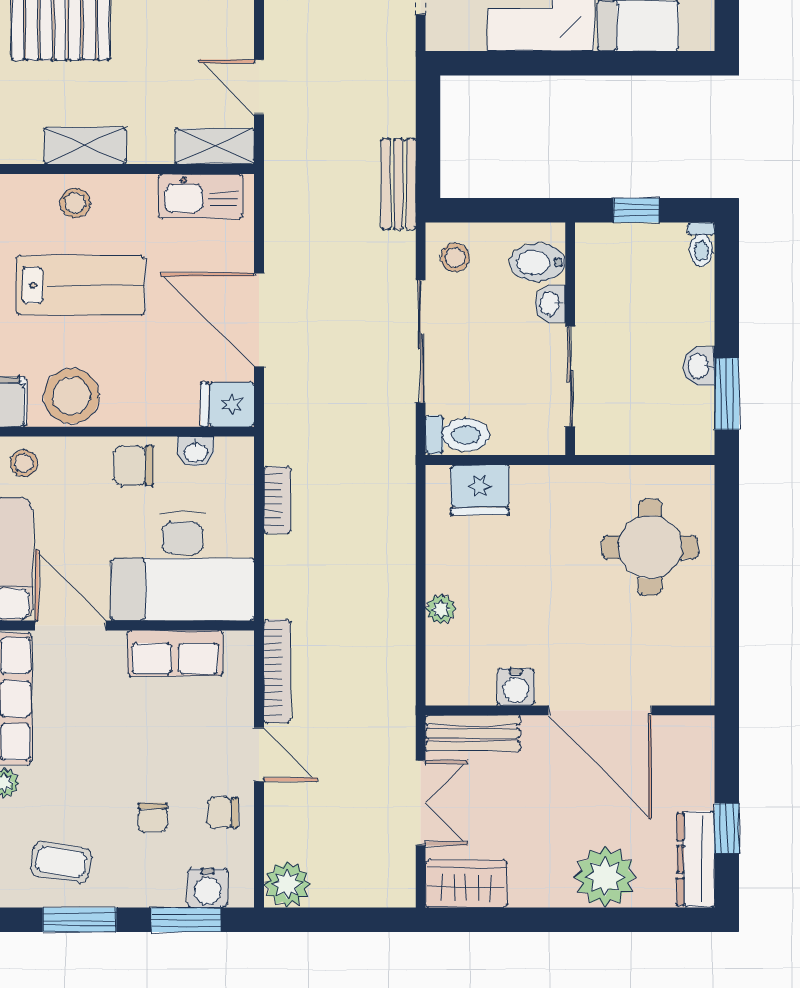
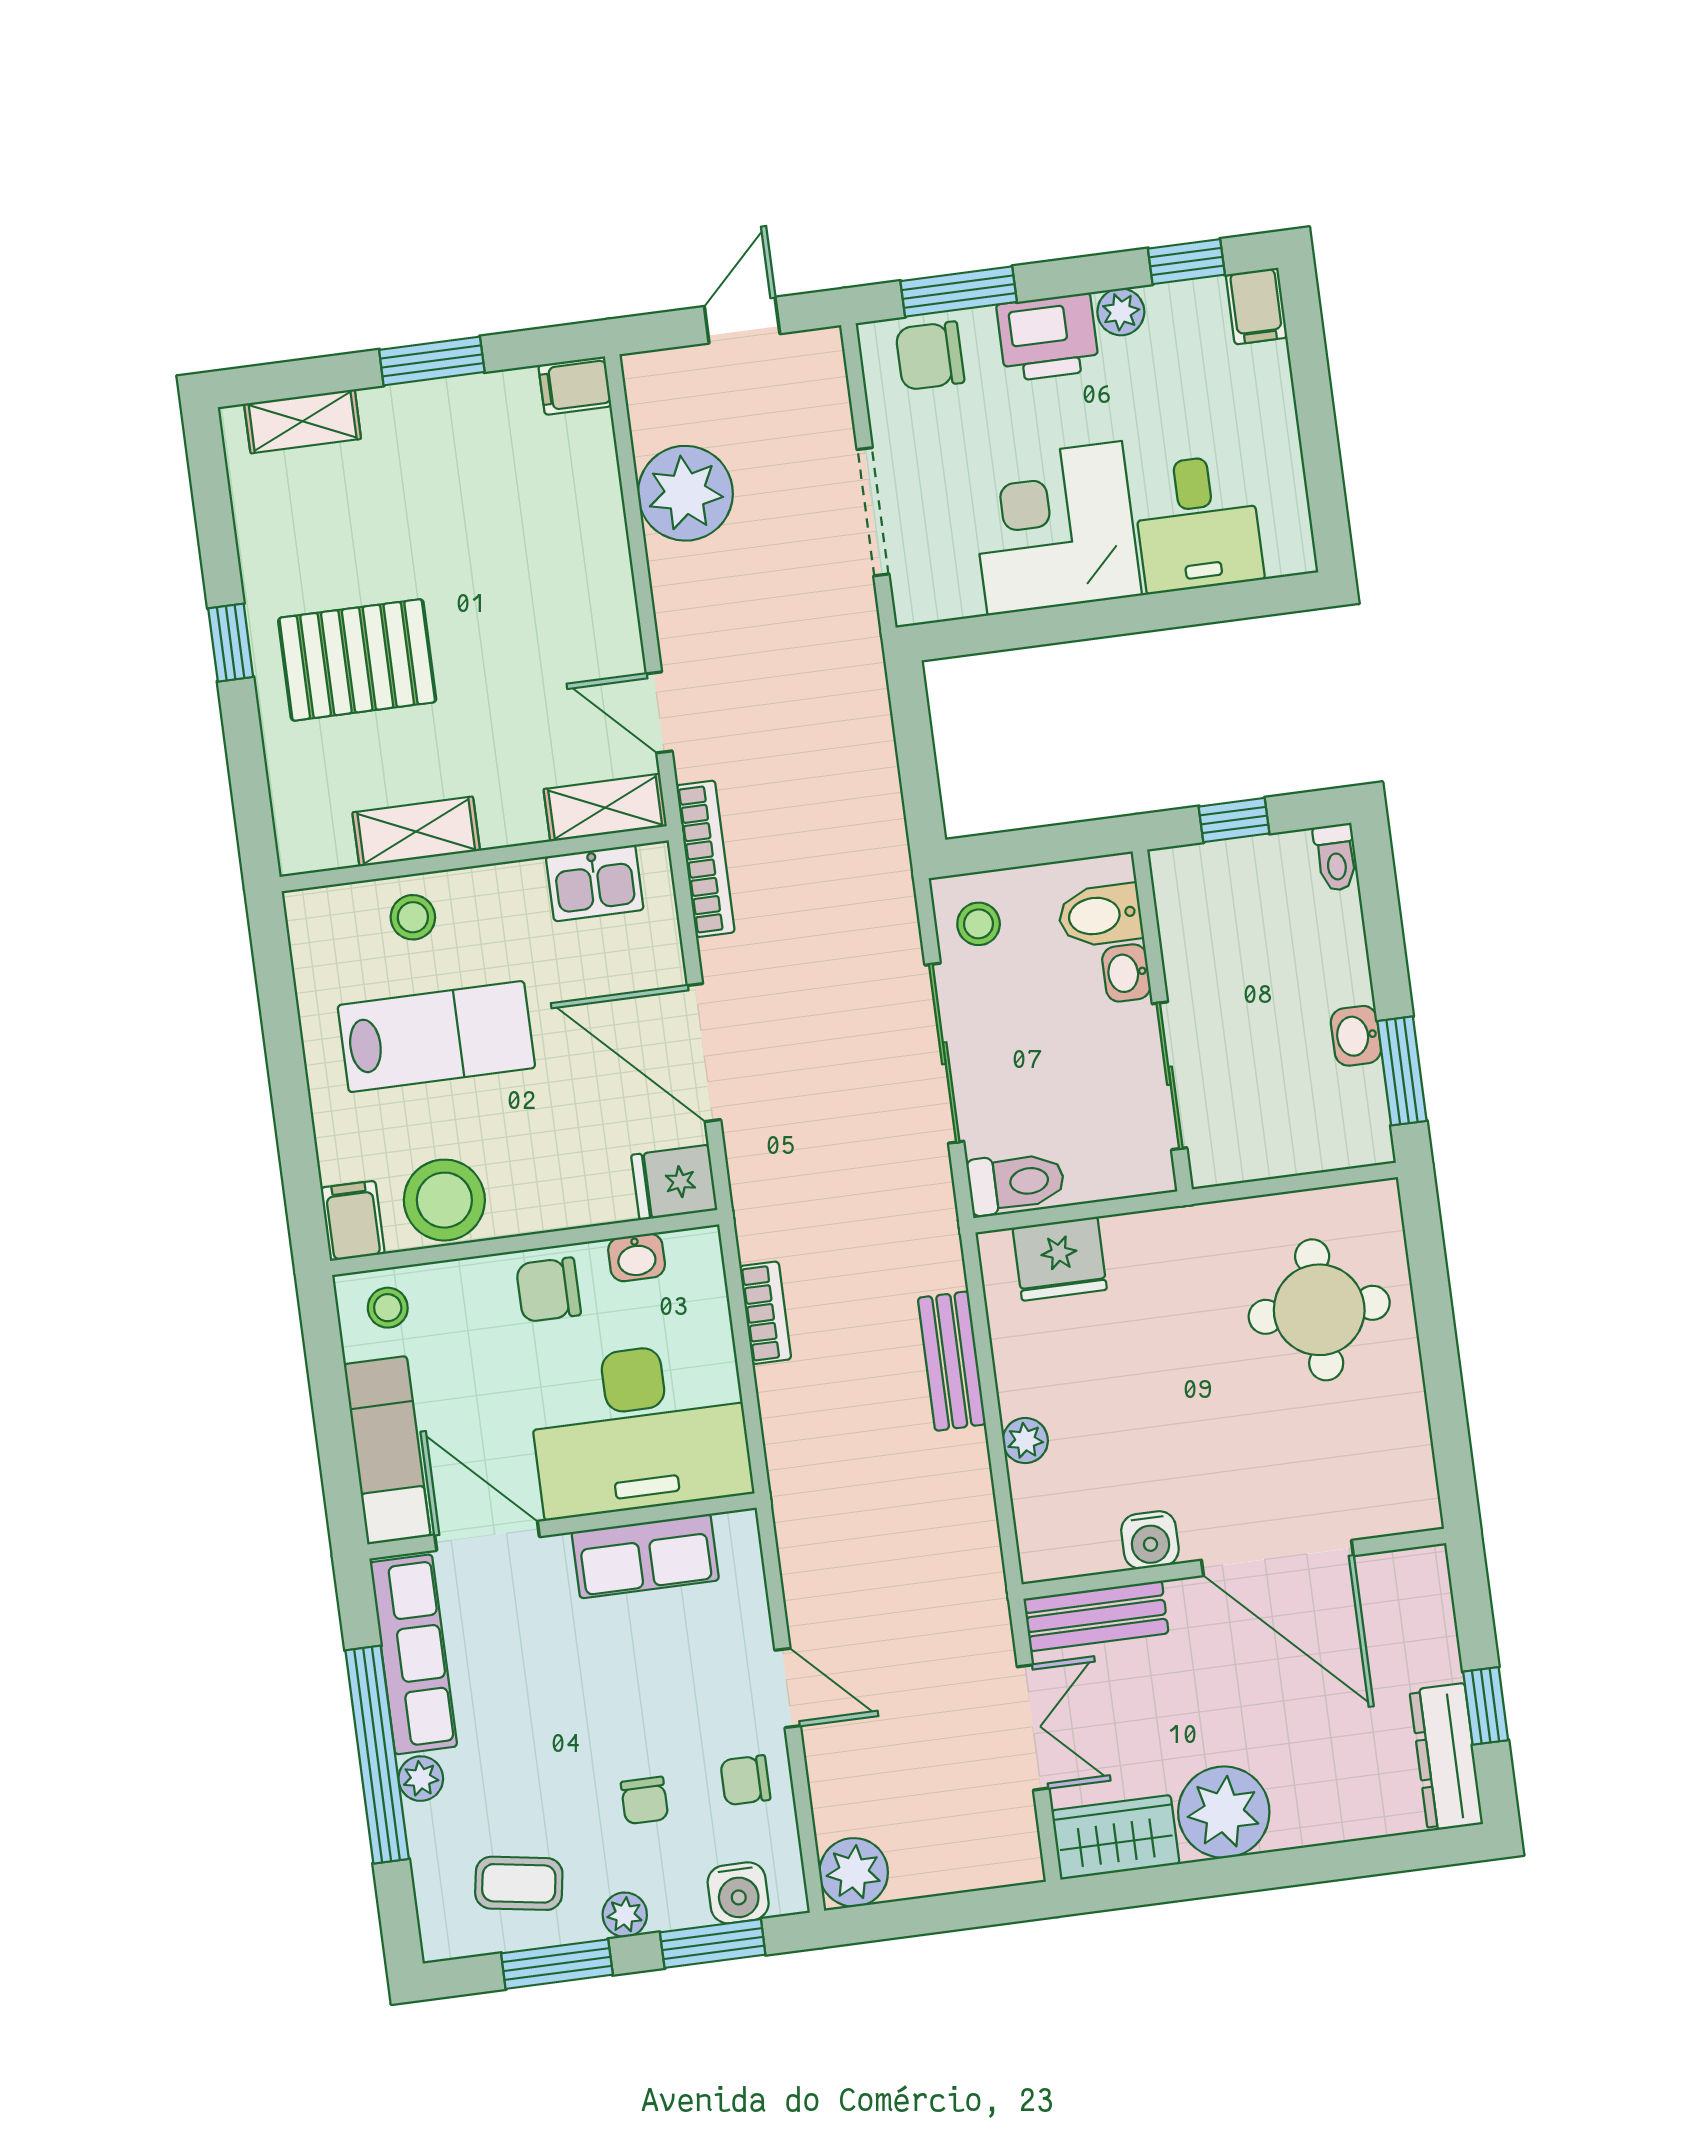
bench: (398, 184) -> (952, 1361), moved
kitchen sink: (201, 196) -> (595, 883), width x0.73
bookcase: (277, 671) -> (705, 859), moved
plant: (605, 877) -> (1224, 1812), moved
plant: (129, 892) -> (625, 1915), added

